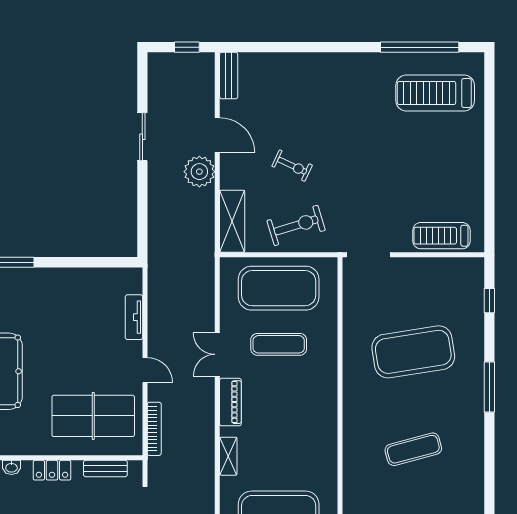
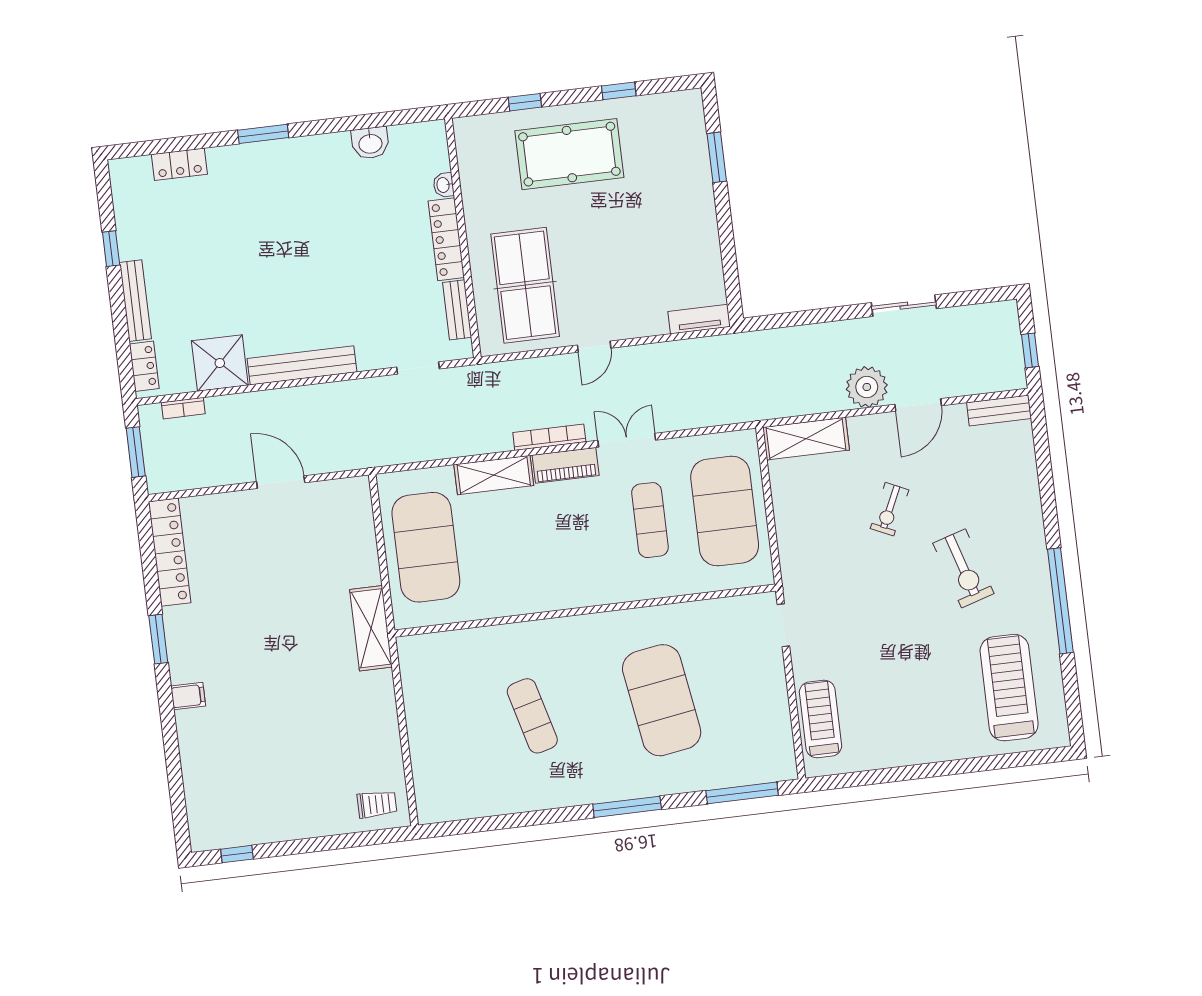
window: (420, 47) -> (1060, 601), moved
exercise bike: (296, 225) -> (963, 568), moved
doorway: (369, 255) -> (783, 625), width x0.73
window: (489, 301) -> (742, 793), width x2.17
tv unit: (134, 317) -> (699, 319), moved
bookcase: (154, 429) -> (549, 437), moved, turned 180
shelving: (228, 456) -> (494, 475), width x1.50, depth x1.33
locker: (52, 470) -> (446, 239), width x1.53

